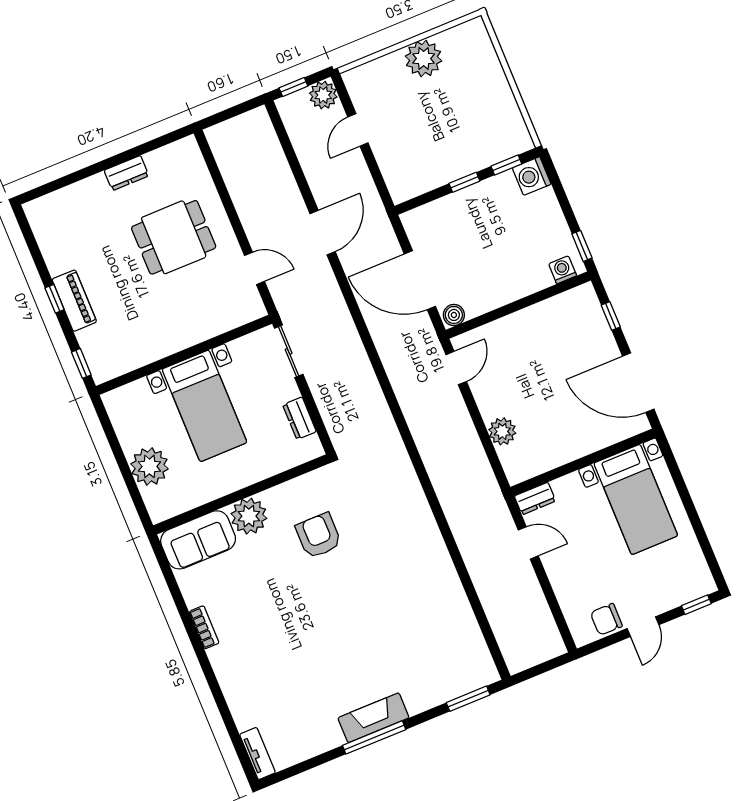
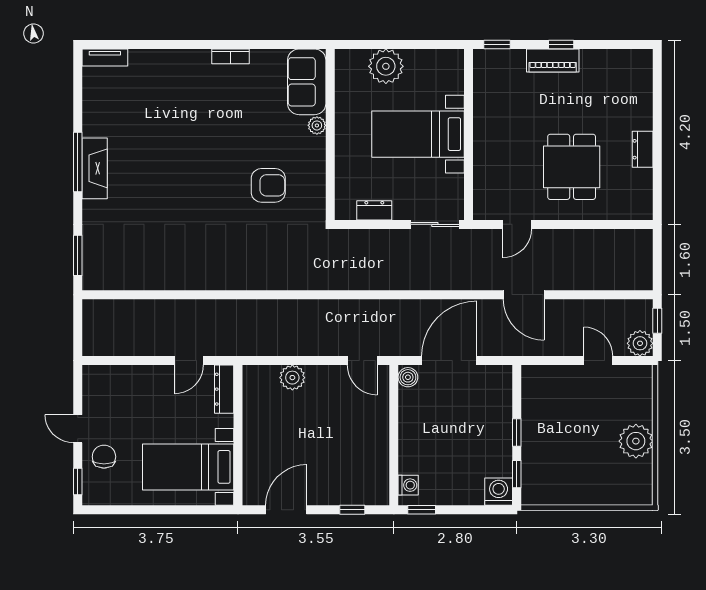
door: (638, 383) -> (286, 510), width x0.73
dresser: (535, 498) -> (224, 389), width x1.44
plant: (249, 516) -> (317, 125), width x0.53, depth x0.53
chair: (606, 619) -> (104, 457), moved

